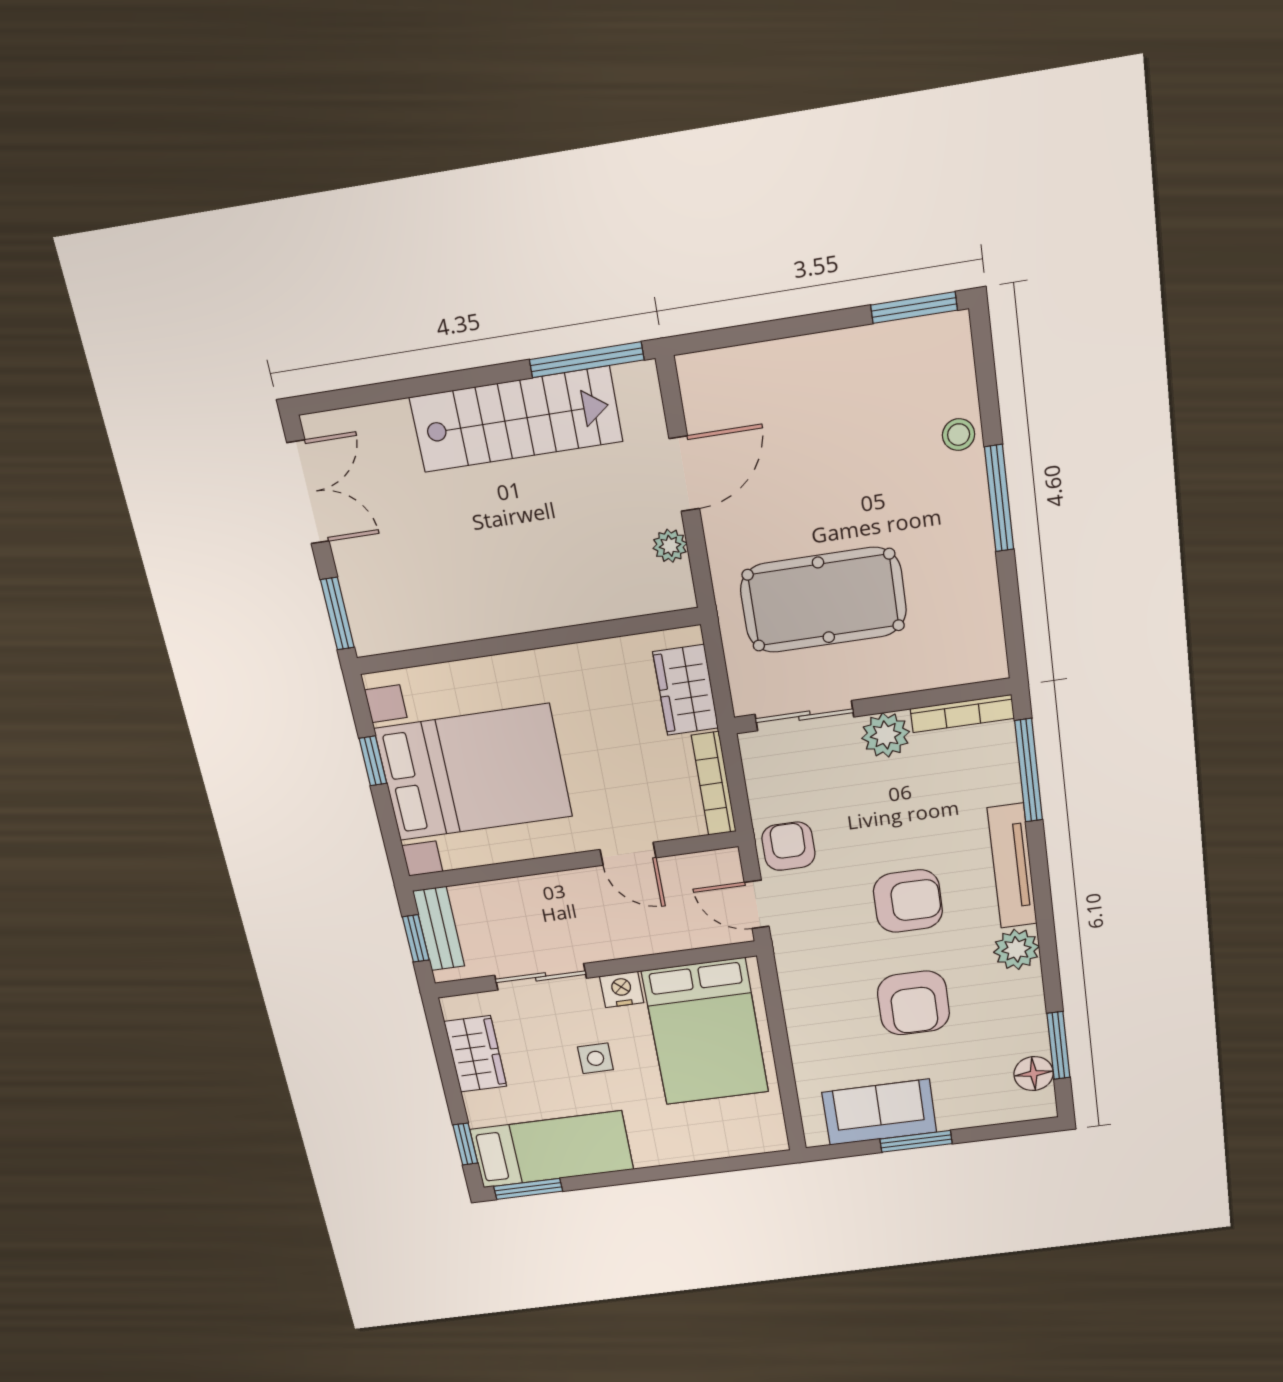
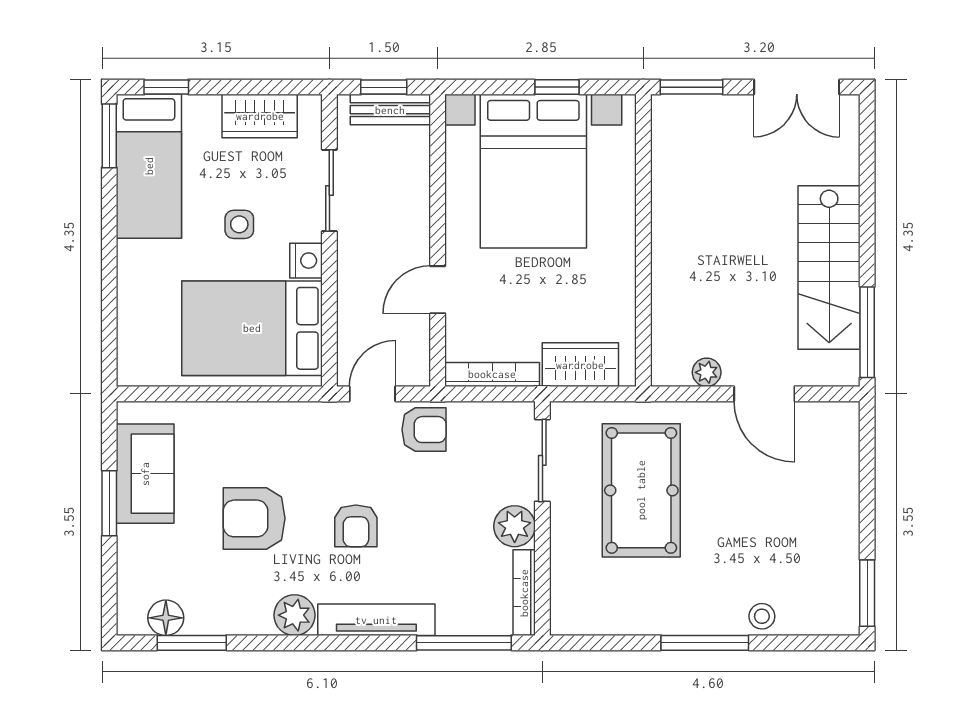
armchair: (908, 901) -> (356, 526), width x0.72, depth x0.72

